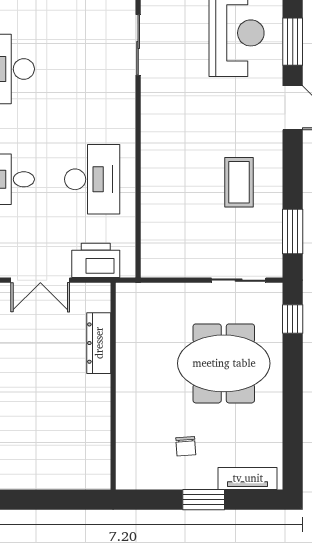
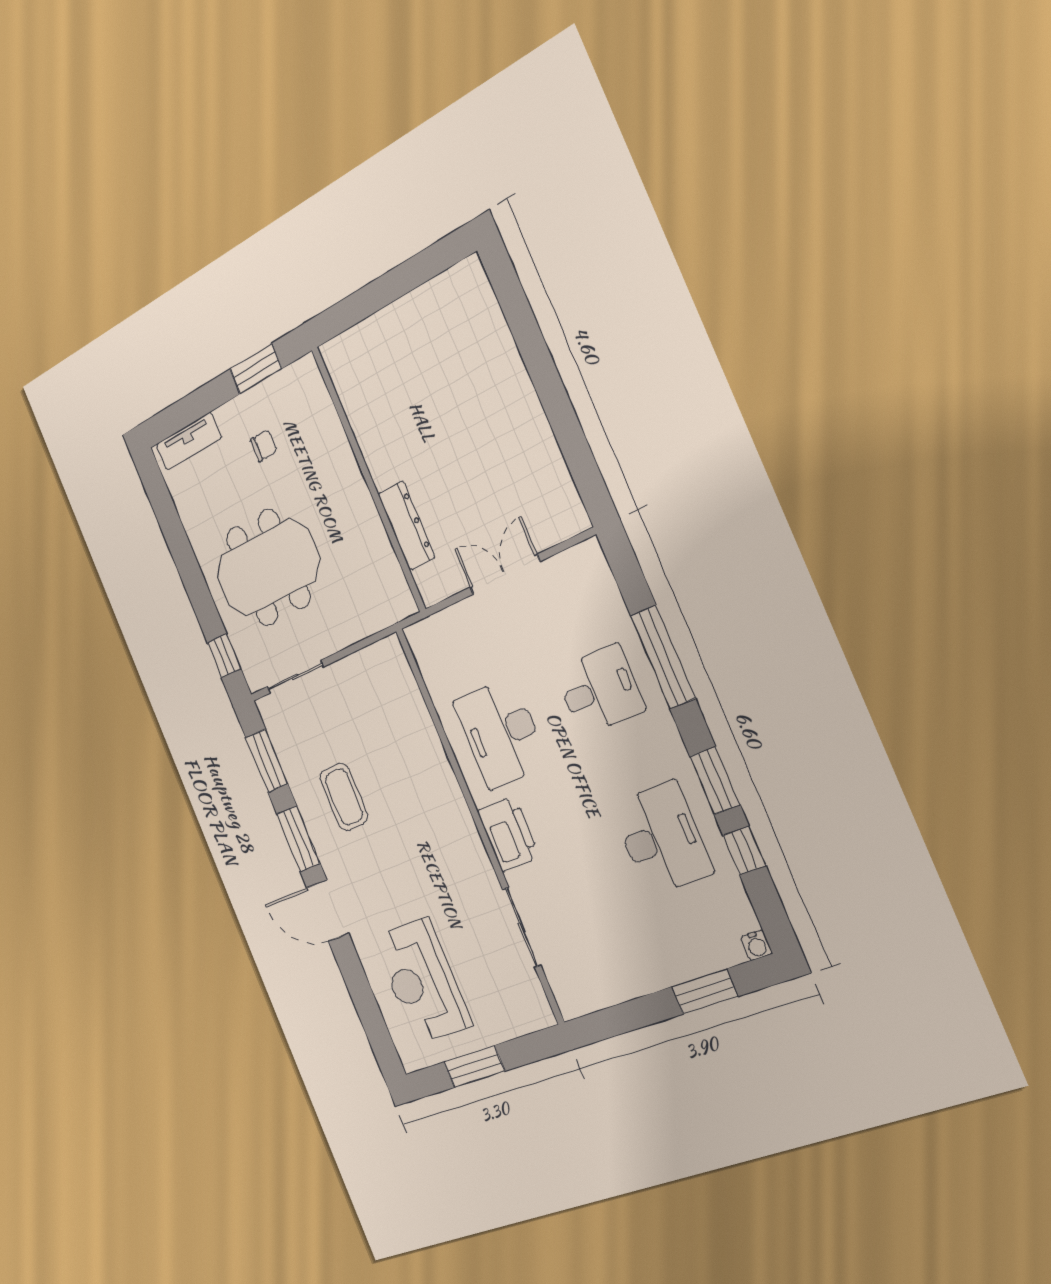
window: (293, 42) -> (299, 839), moved
printer: (96, 260) -> (508, 834), moved, turned -90
chair: (186, 446) -> (264, 446), turned 94
window: (204, 500) -> (256, 369), moved

